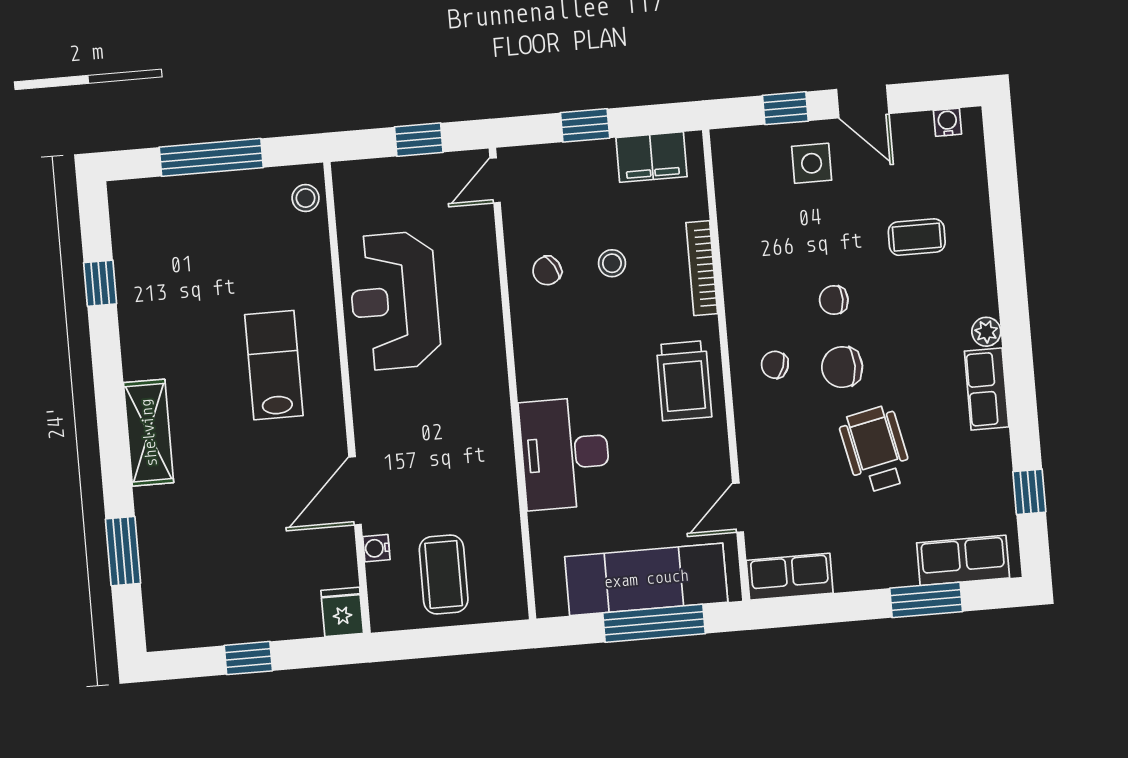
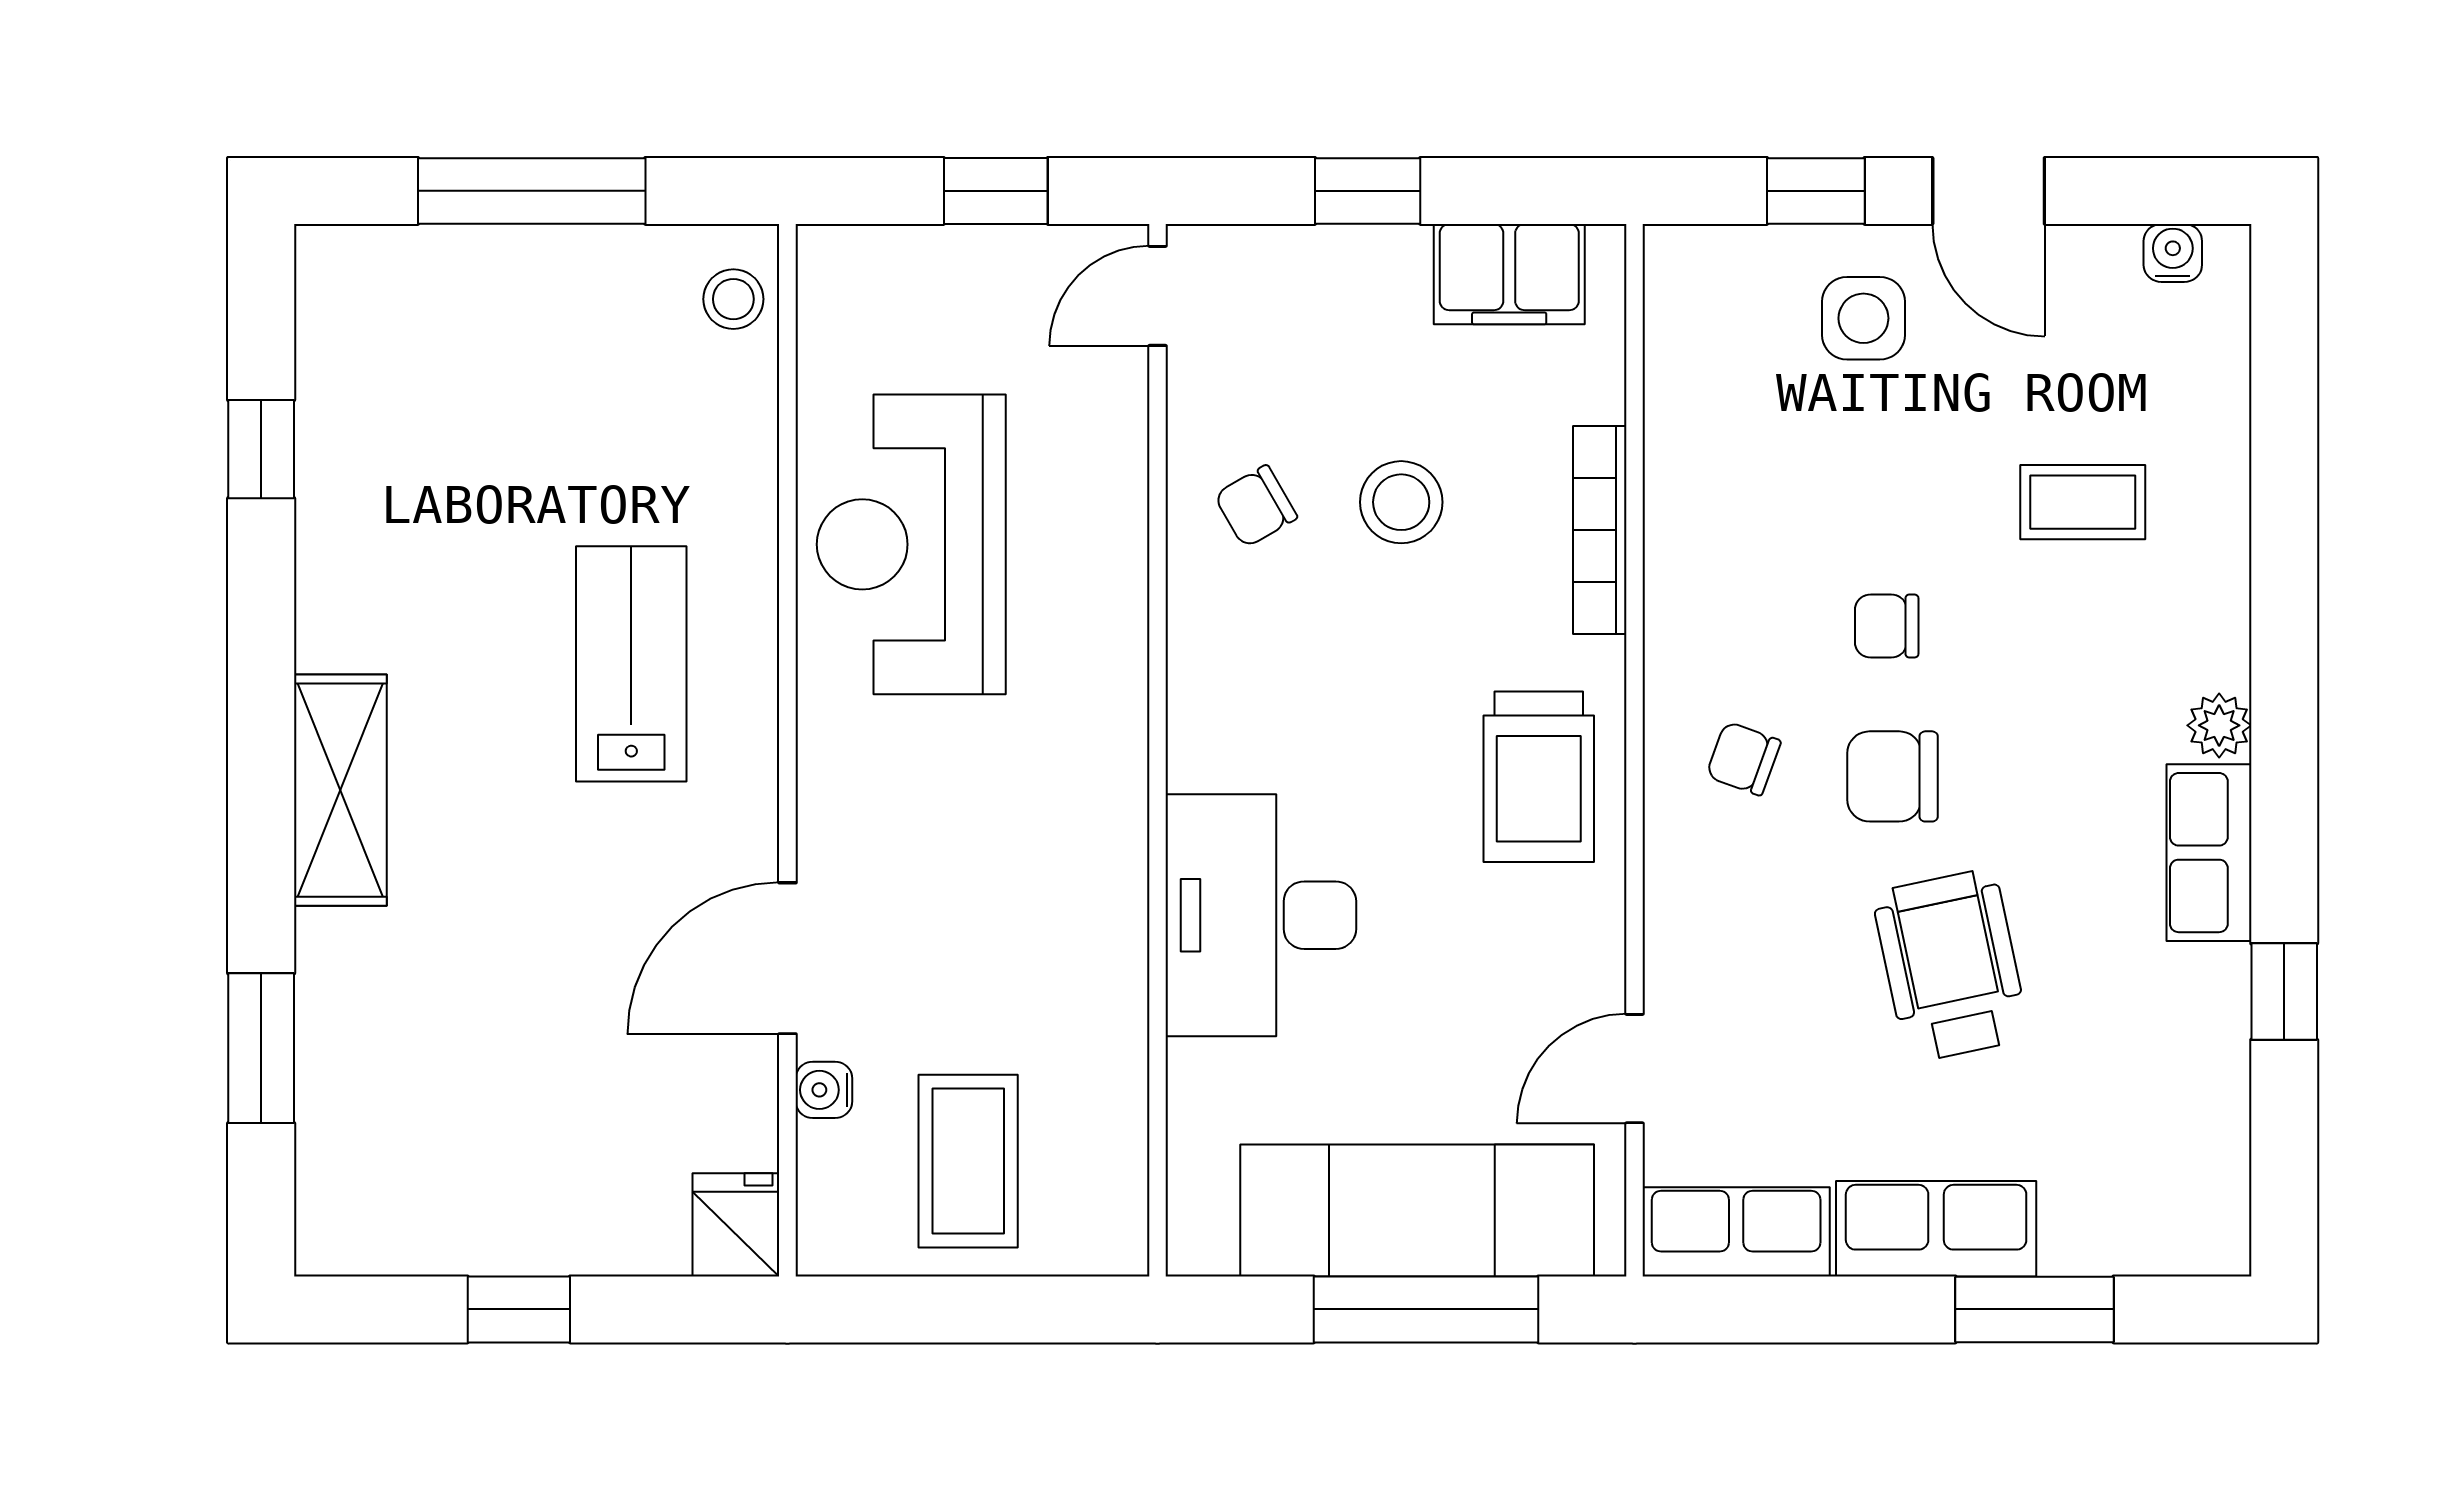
stool: (612, 263) -> (1401, 502), width x1.37, depth x1.37
window: (1029, 492) -> (2284, 992), moved
row of seats: (963, 560) -> (1936, 1229), moved

